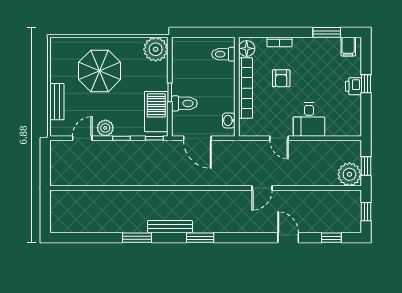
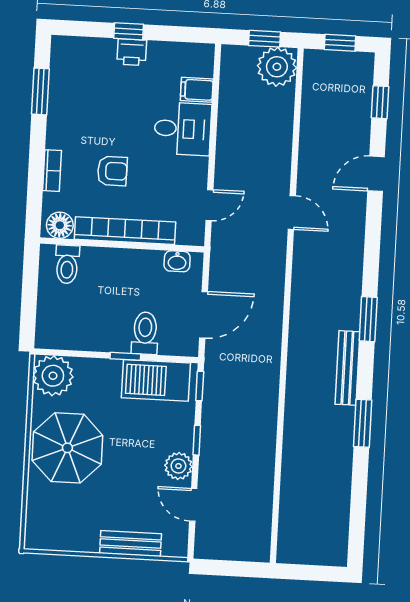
filing cabinet: (348, 47) -> (197, 90), moved, turned 180
parasol: (100, 71) -> (67, 448), moved
door: (279, 138) -> (209, 205), moved

